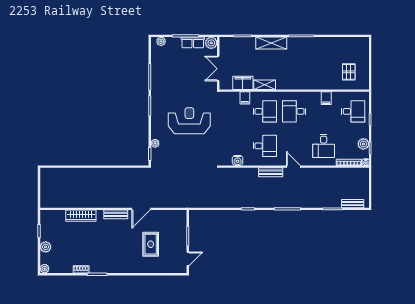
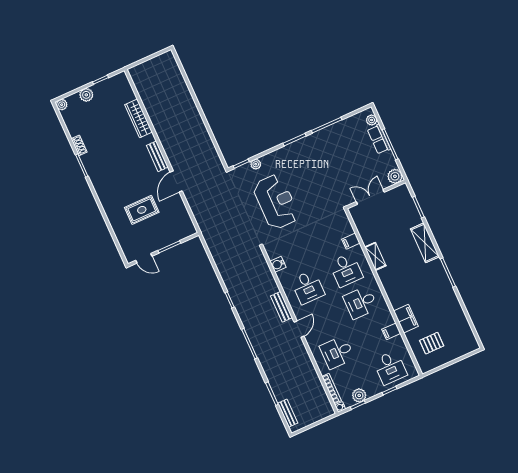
row of seats: (193, 42) -> (379, 139), moved
filing cabinet: (243, 83) -> (406, 319), moved
desk: (294, 111) -> (361, 302), turned -90
reception desk: (189, 121) -> (276, 202), moved
door: (141, 209) -> (176, 182), hinge flipped

